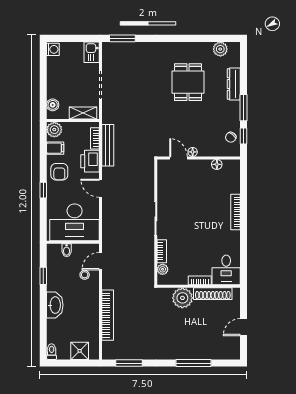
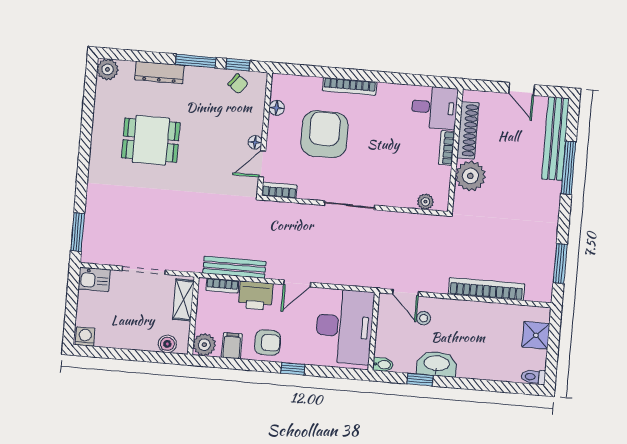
plant: (220, 49) -> (108, 69), moved
armchair: (202, 198) -> (324, 134), added
bidet: (67, 250) -> (383, 365), moved
bookcase: (162, 251) -> (279, 190), moved
washbasin: (55, 305) -> (437, 364), moved
bench: (212, 353) -> (555, 139), added

